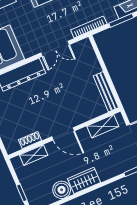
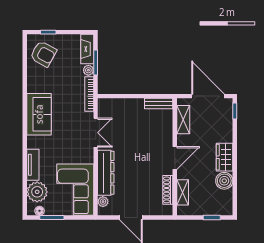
plant: (111, 17) -> (88, 70), added
bench: (106, 92) -> (159, 104), width x0.73
shoe rack: (30, 140) -> (168, 190), width x1.43

